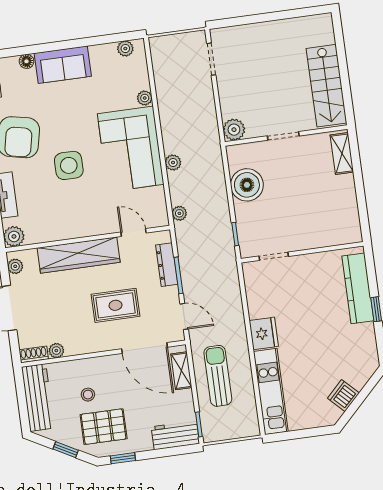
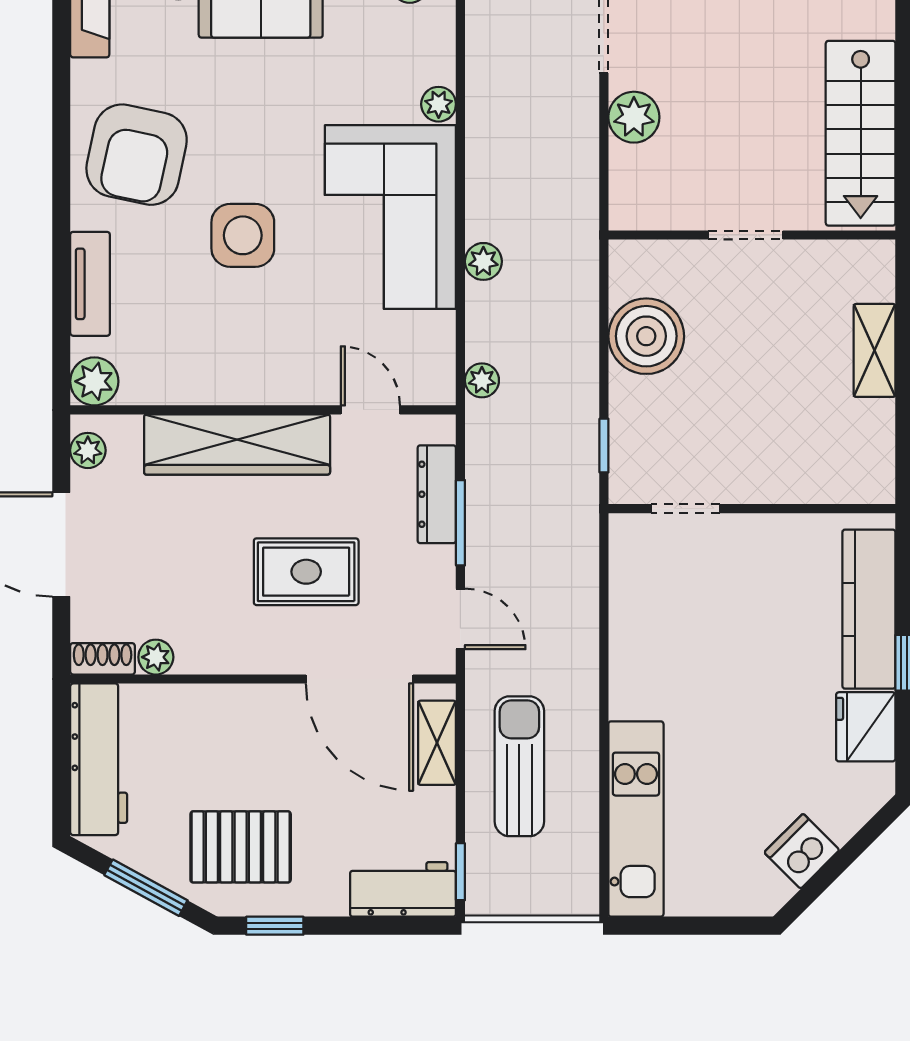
plant: (234, 130) -> (634, 117), moved
shelving: (342, 153) -> (875, 350), moved
fridge: (264, 333) -> (866, 727), moved, turned 180
stool: (88, 395) -> (215, 768), removed
window: (66, 450) -> (146, 888), width x1.50

